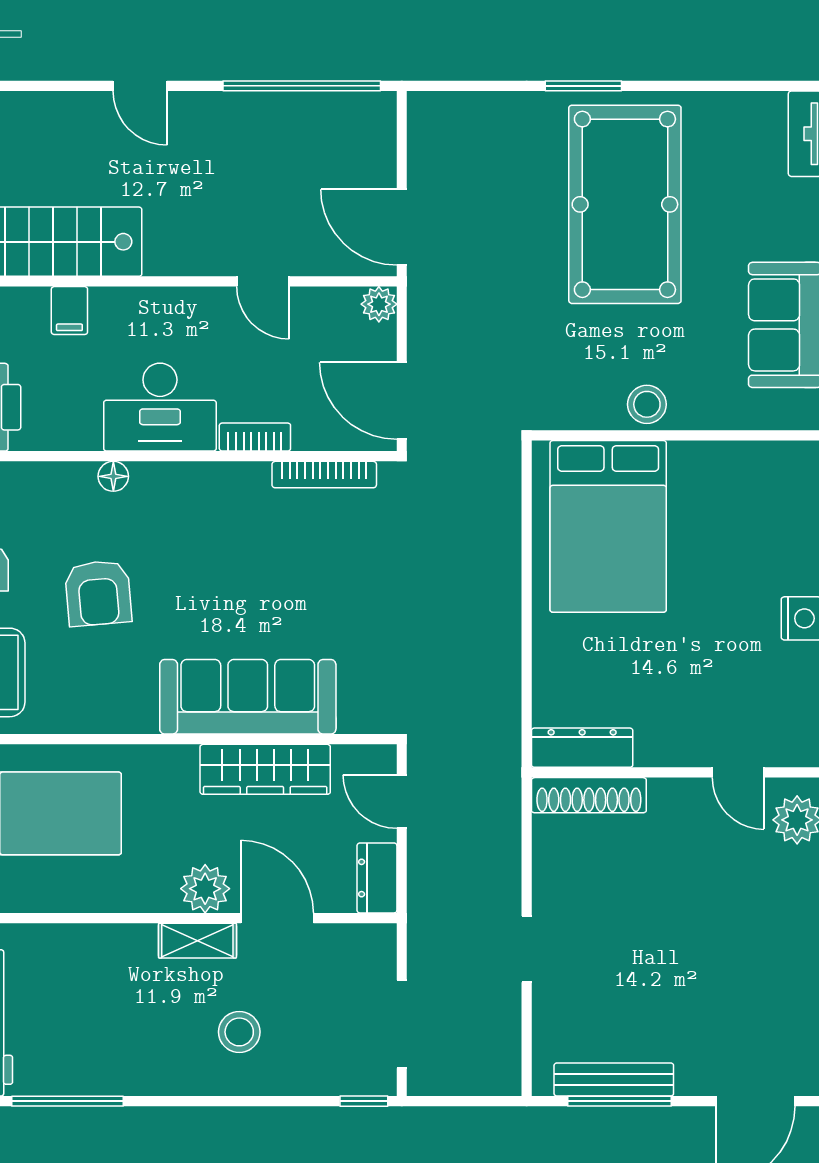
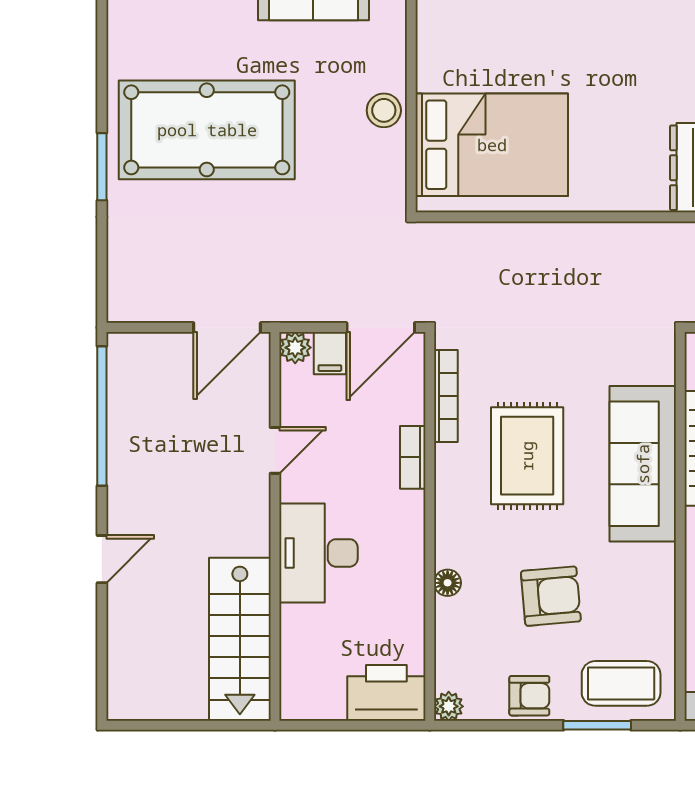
filing cabinet: (69, 311) -> (330, 353), moved, turned 90
desk: (160, 407) -> (318, 553), moved, turned 180
rug: (257, 566) -> (527, 456), added

